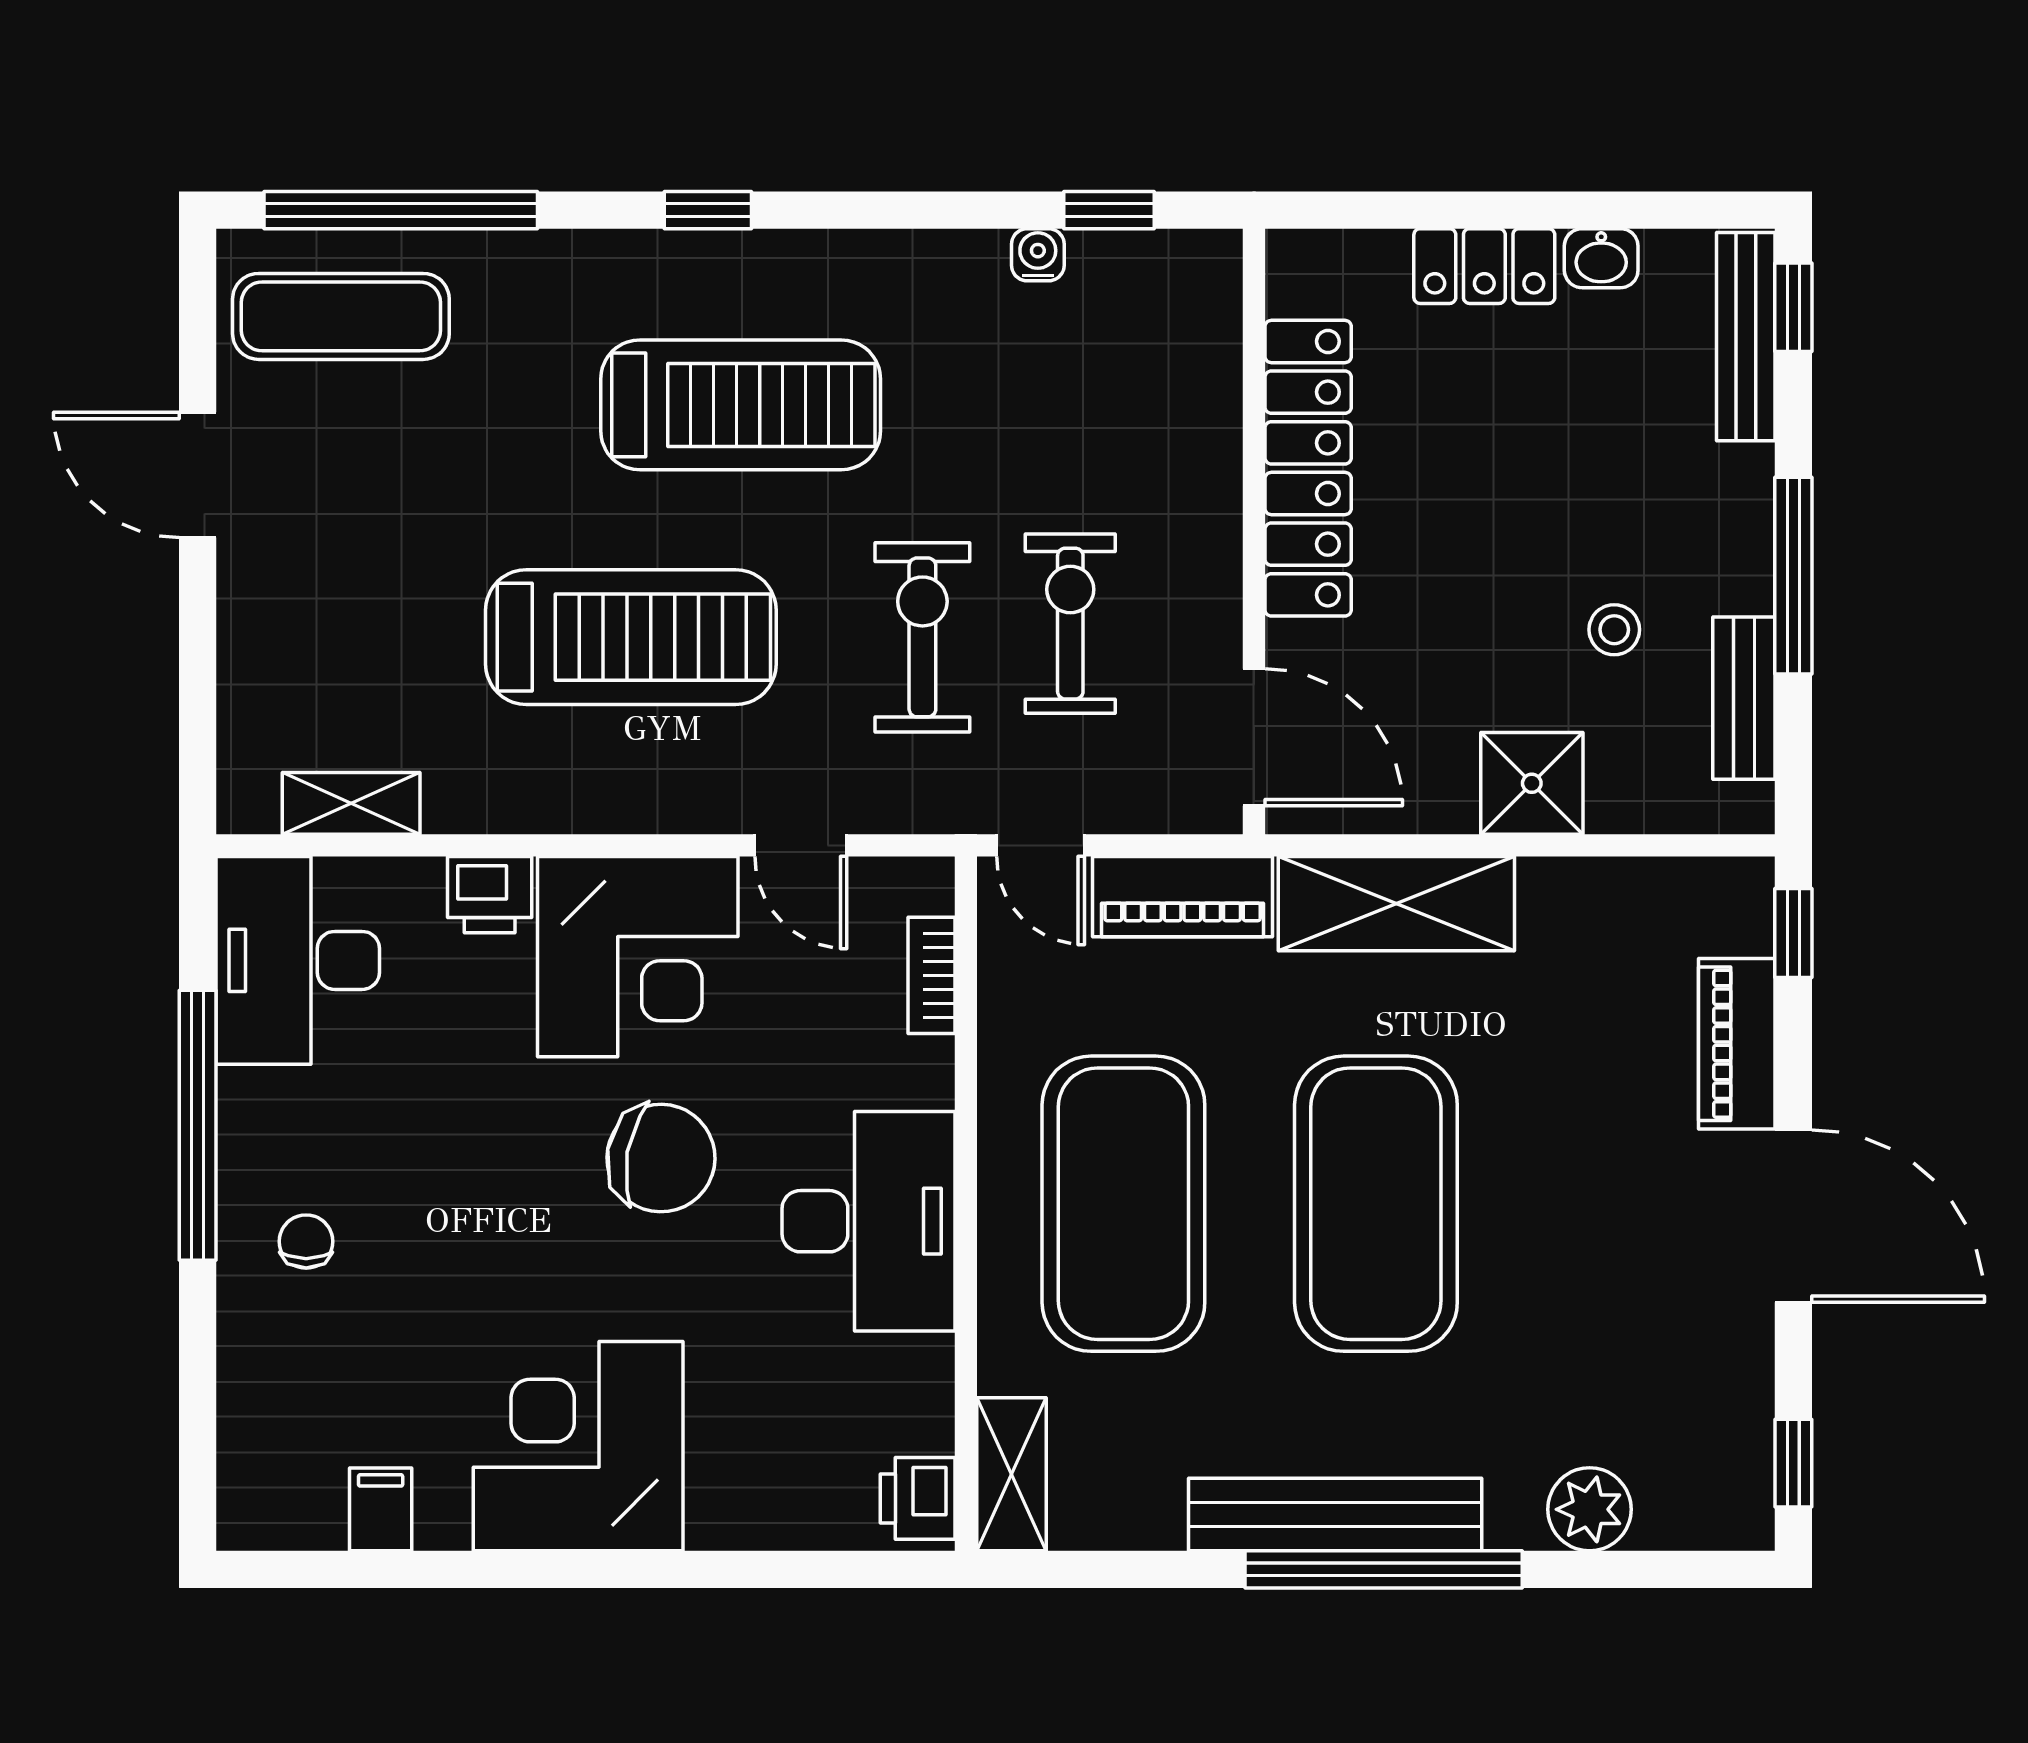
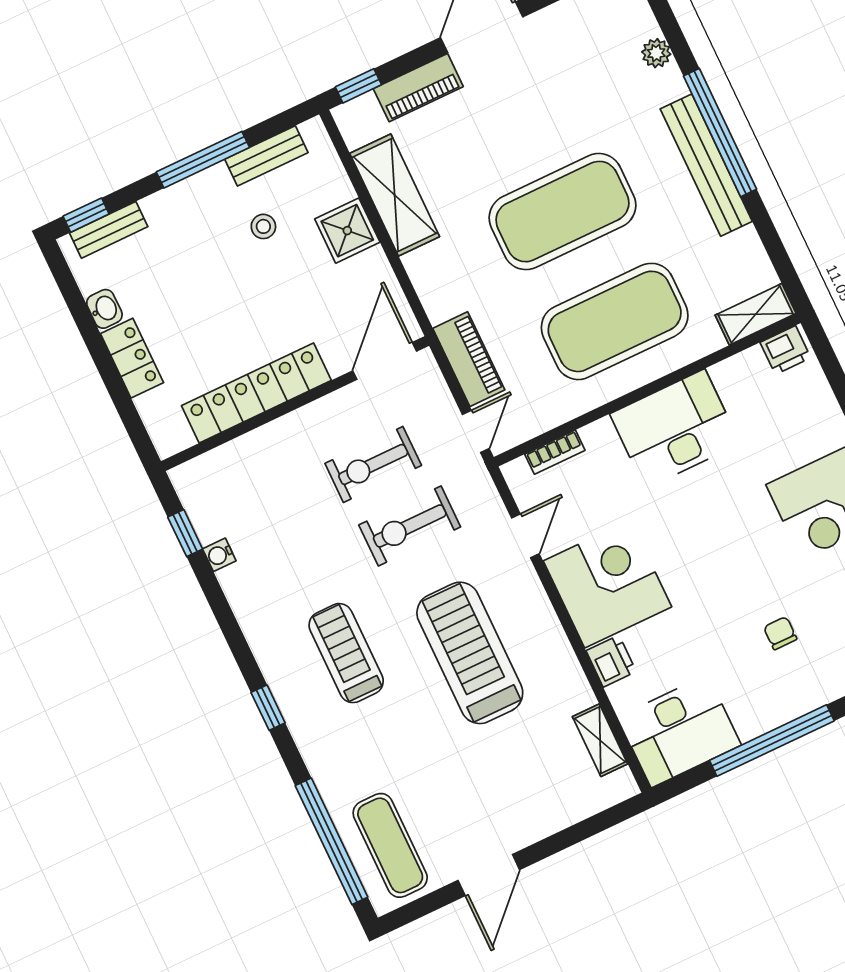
bench: (1746, 337) -> (109, 230), width x0.73
treadmill: (741, 405) -> (346, 653), width x0.73, depth x0.73
shelving: (1396, 904) -> (395, 195), moved
chair: (661, 1158) -> (690, 532), removed
chair: (306, 1241) -> (780, 633), moved, turned 90
plant: (1590, 1509) -> (656, 53), width x0.73, depth x0.73

